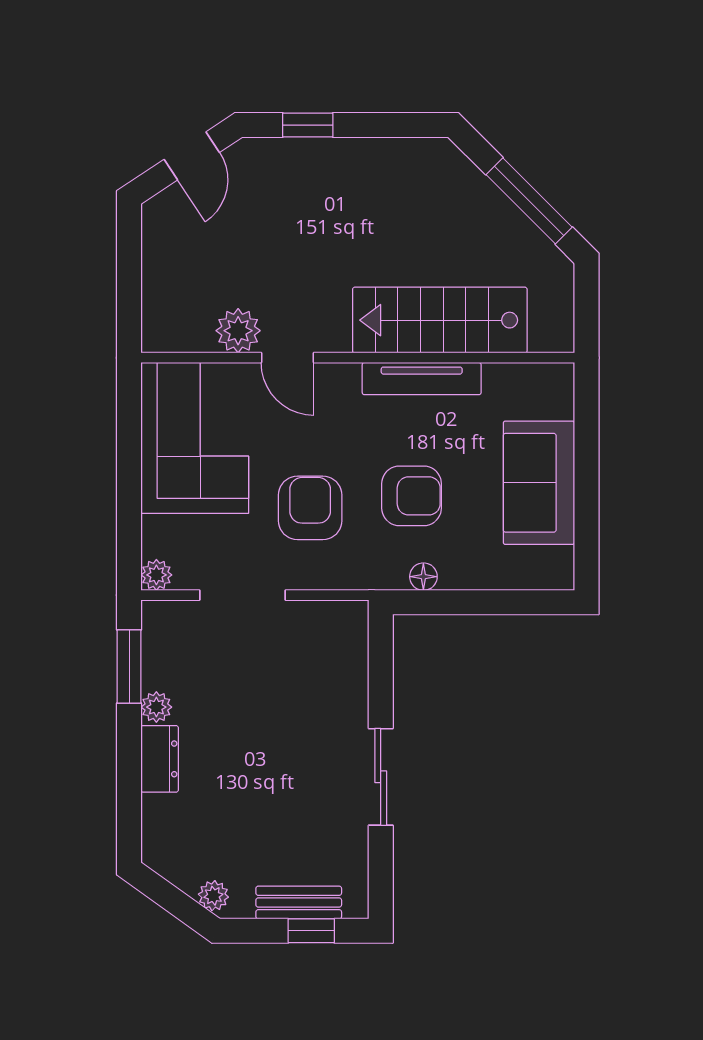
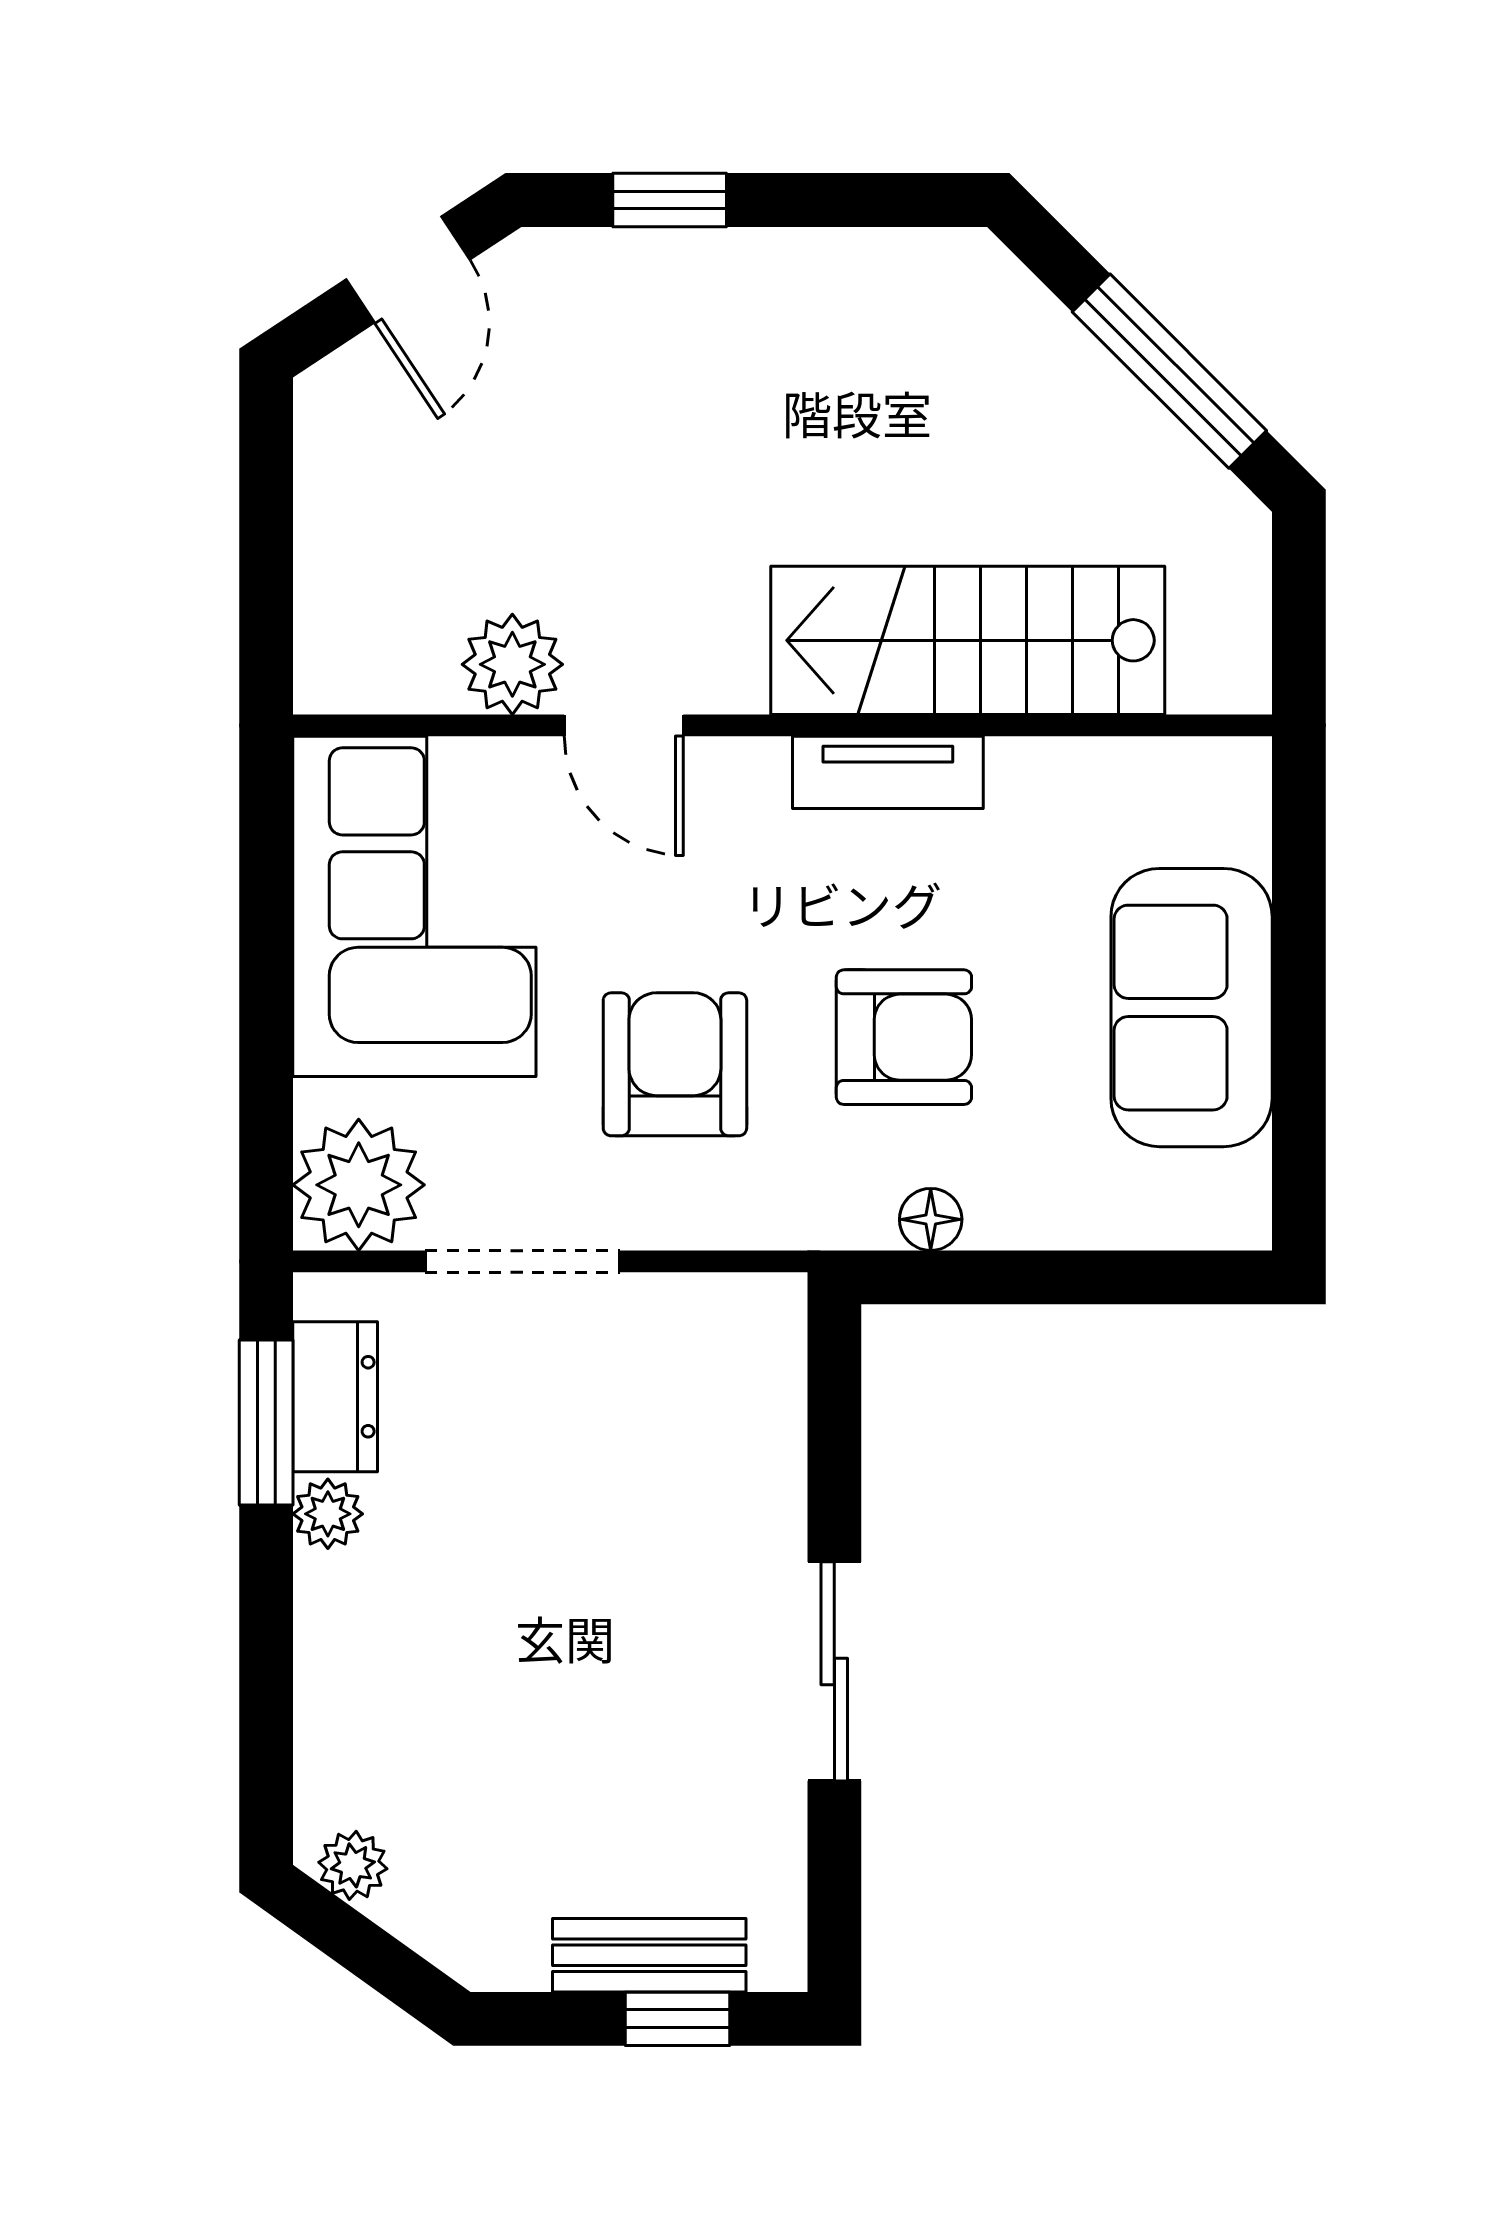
tv unit: (422, 379) -> (888, 772), width x0.71
plant: (156, 575) -> (359, 1185), width x1.88, depth x1.88
dresser: (160, 759) -> (335, 1397), moved
plant: (213, 896) -> (353, 1865), moved

